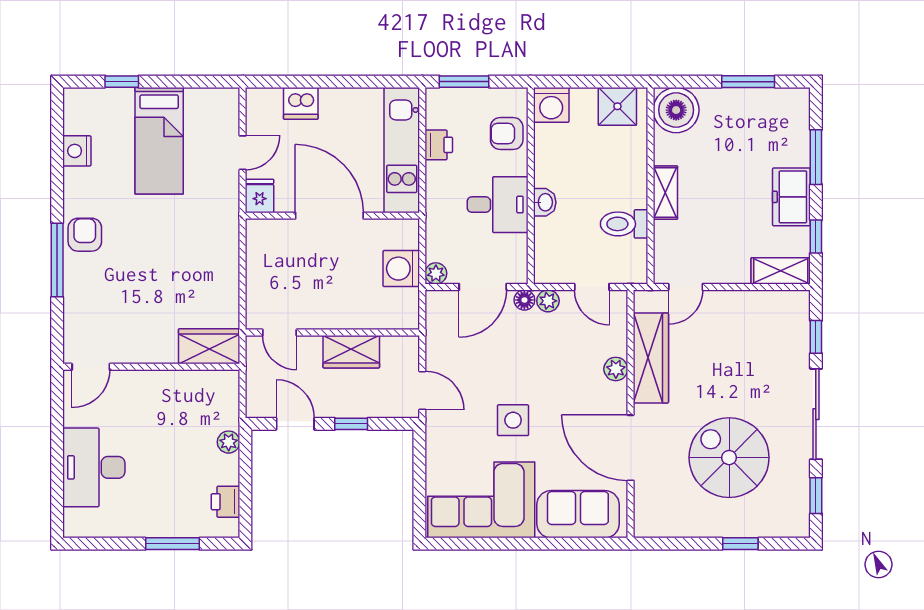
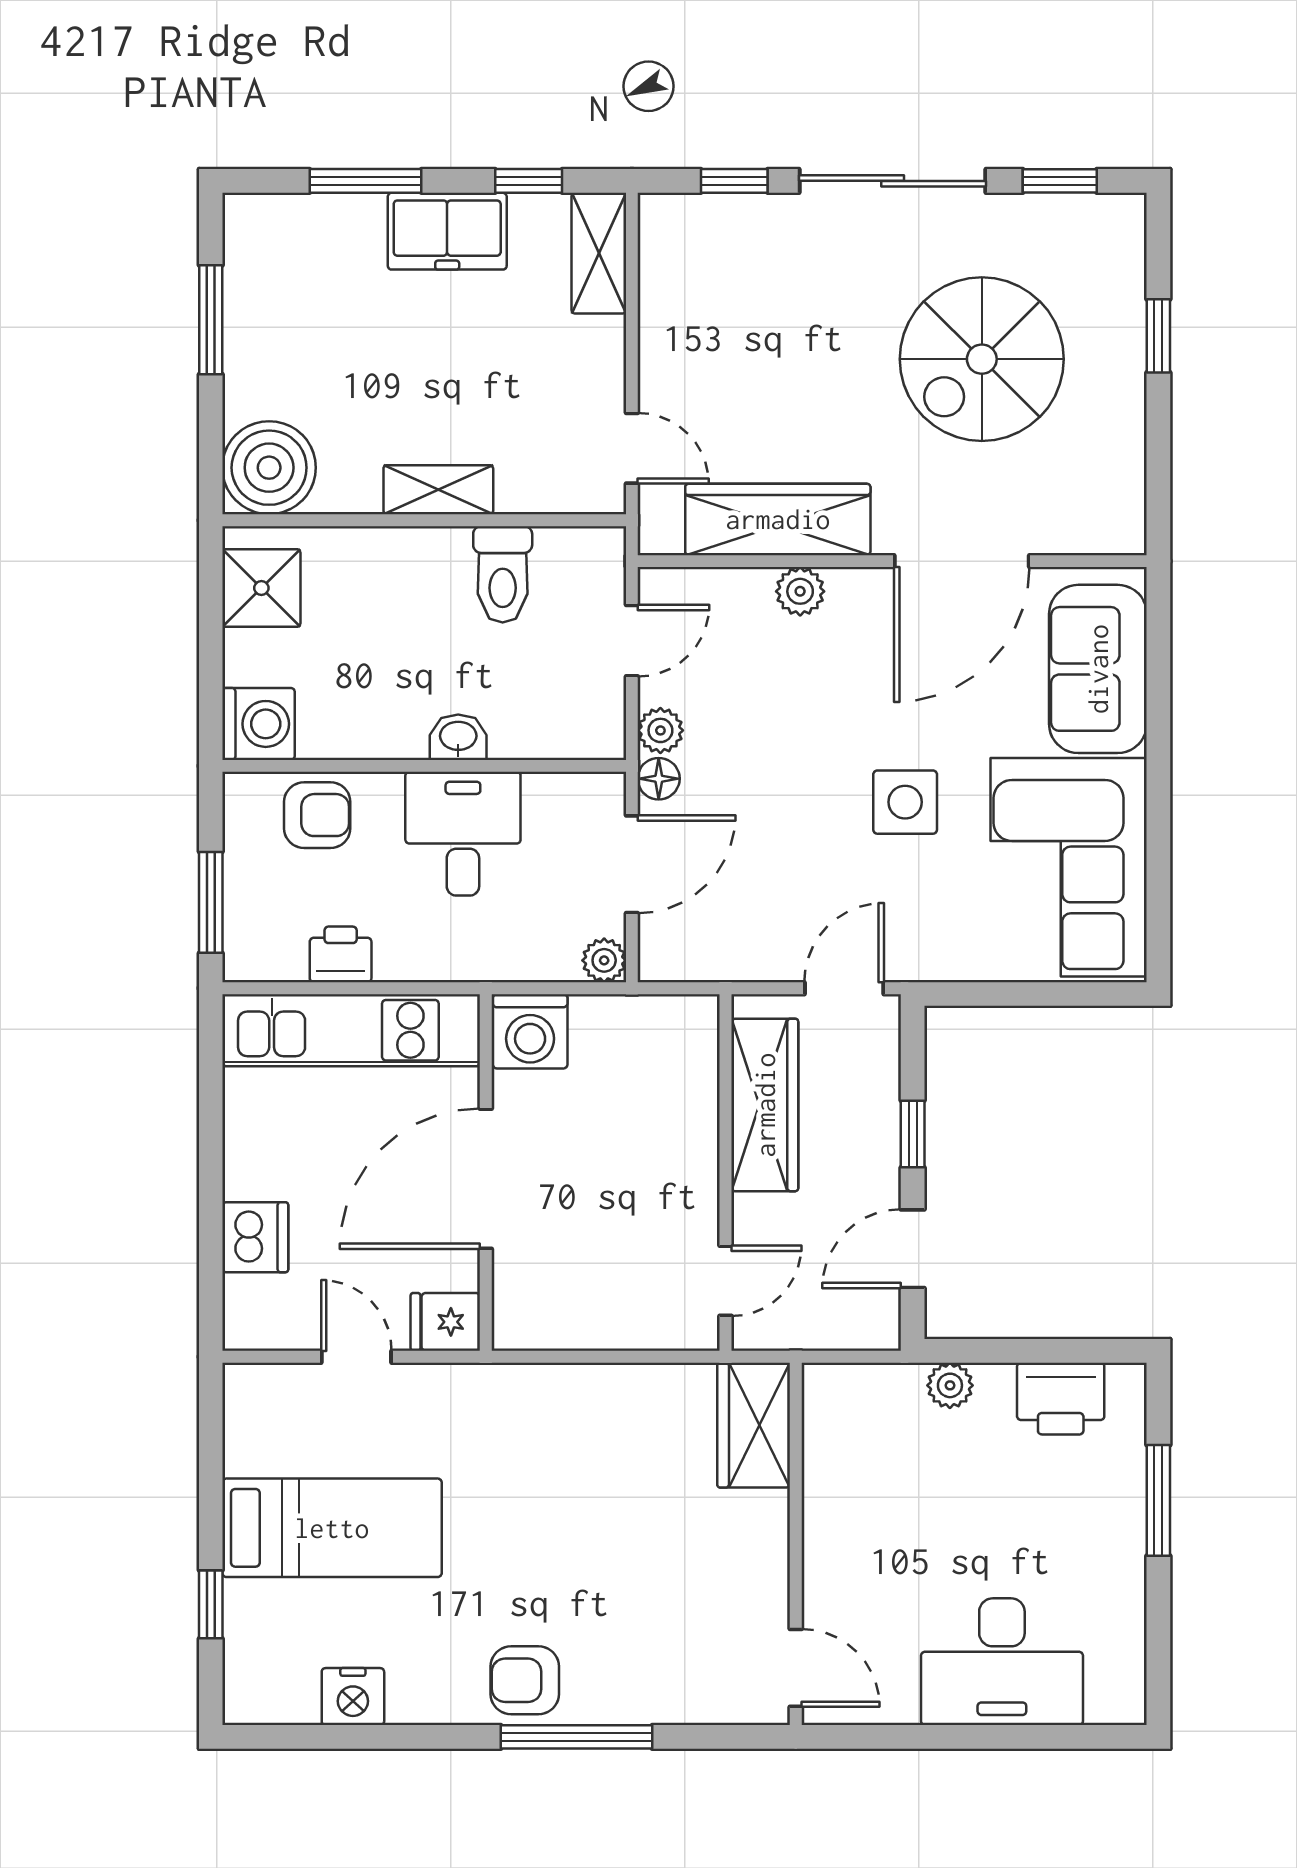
armchair: (507, 134) -> (317, 815), turned -90
washing machine: (401, 269) -> (530, 1031), moved
door: (483, 287) -> (632, 864), hinge flipped
wardrobe: (351, 352) -> (765, 1105), width x1.50
printer: (226, 502) -> (1061, 1399), width x1.36, depth x1.24

